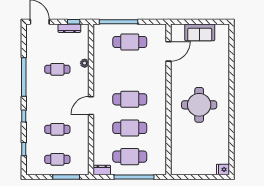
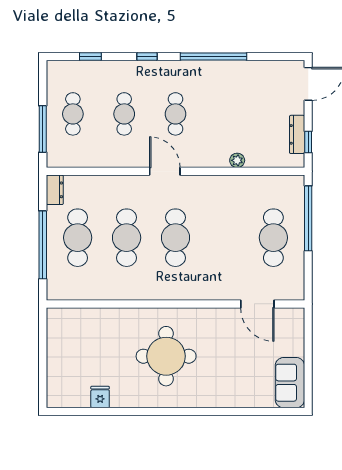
sofa: (200, 32) -> (290, 383), moved
cafe table: (57, 69) -> (175, 114), moved
fridge: (223, 169) -> (100, 397), moved

